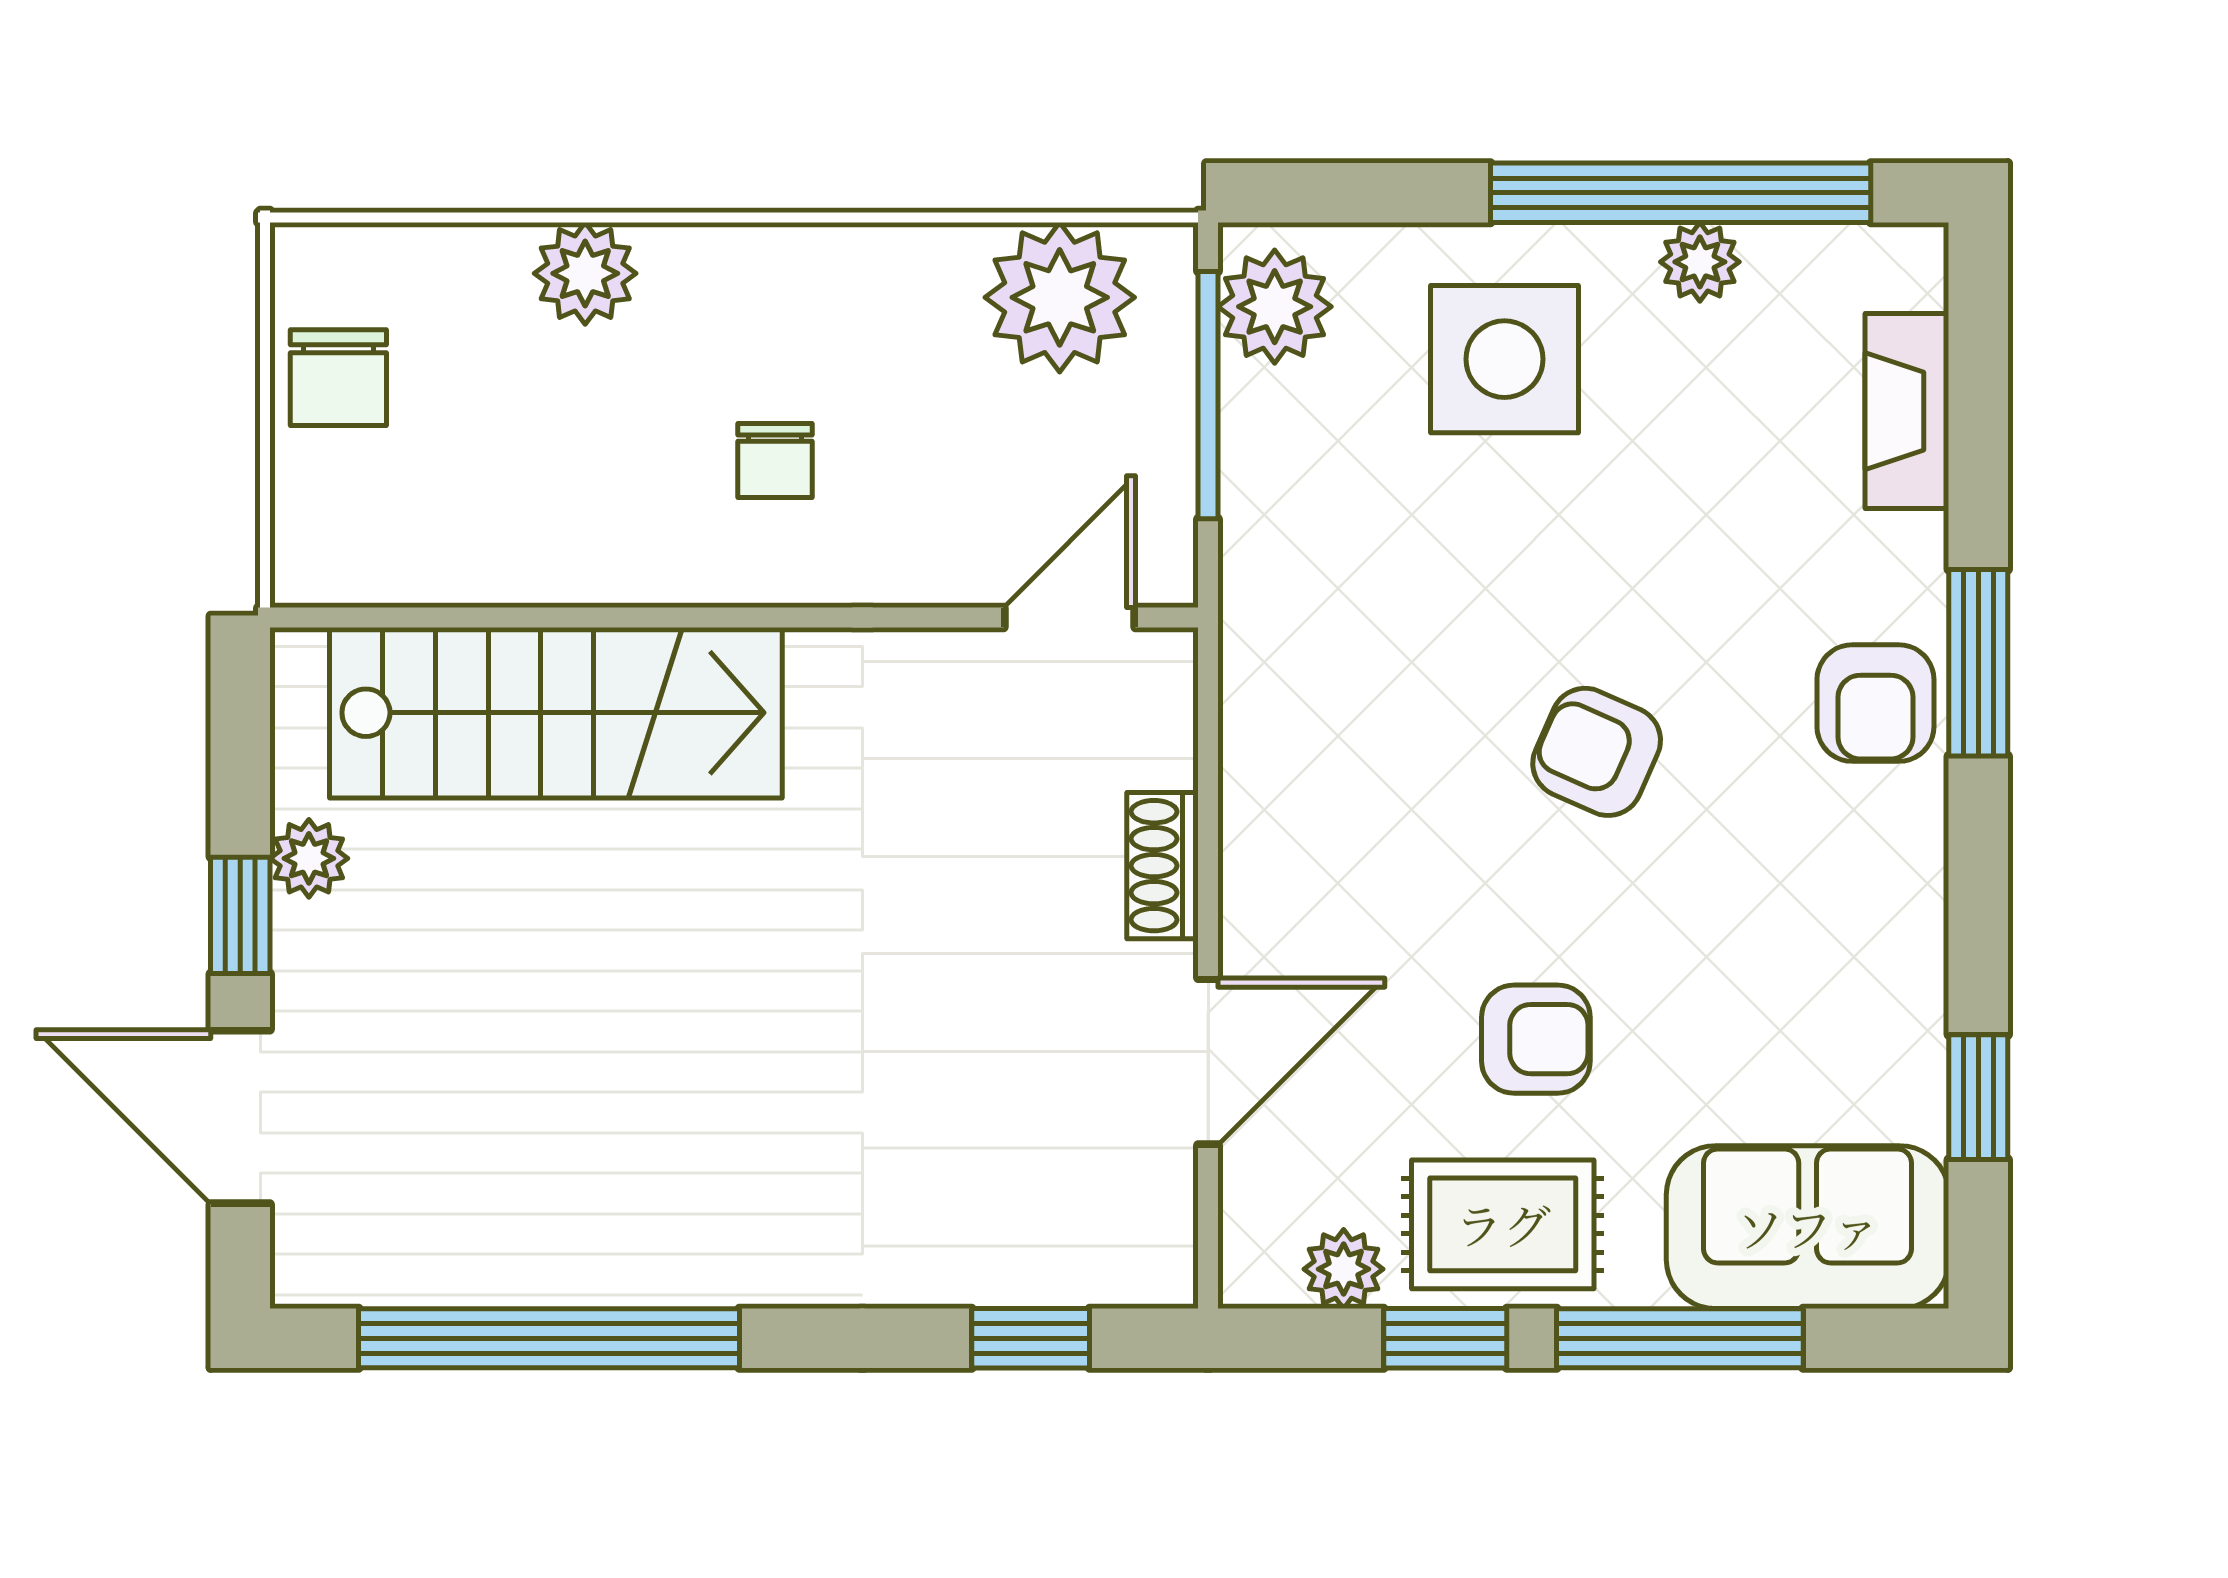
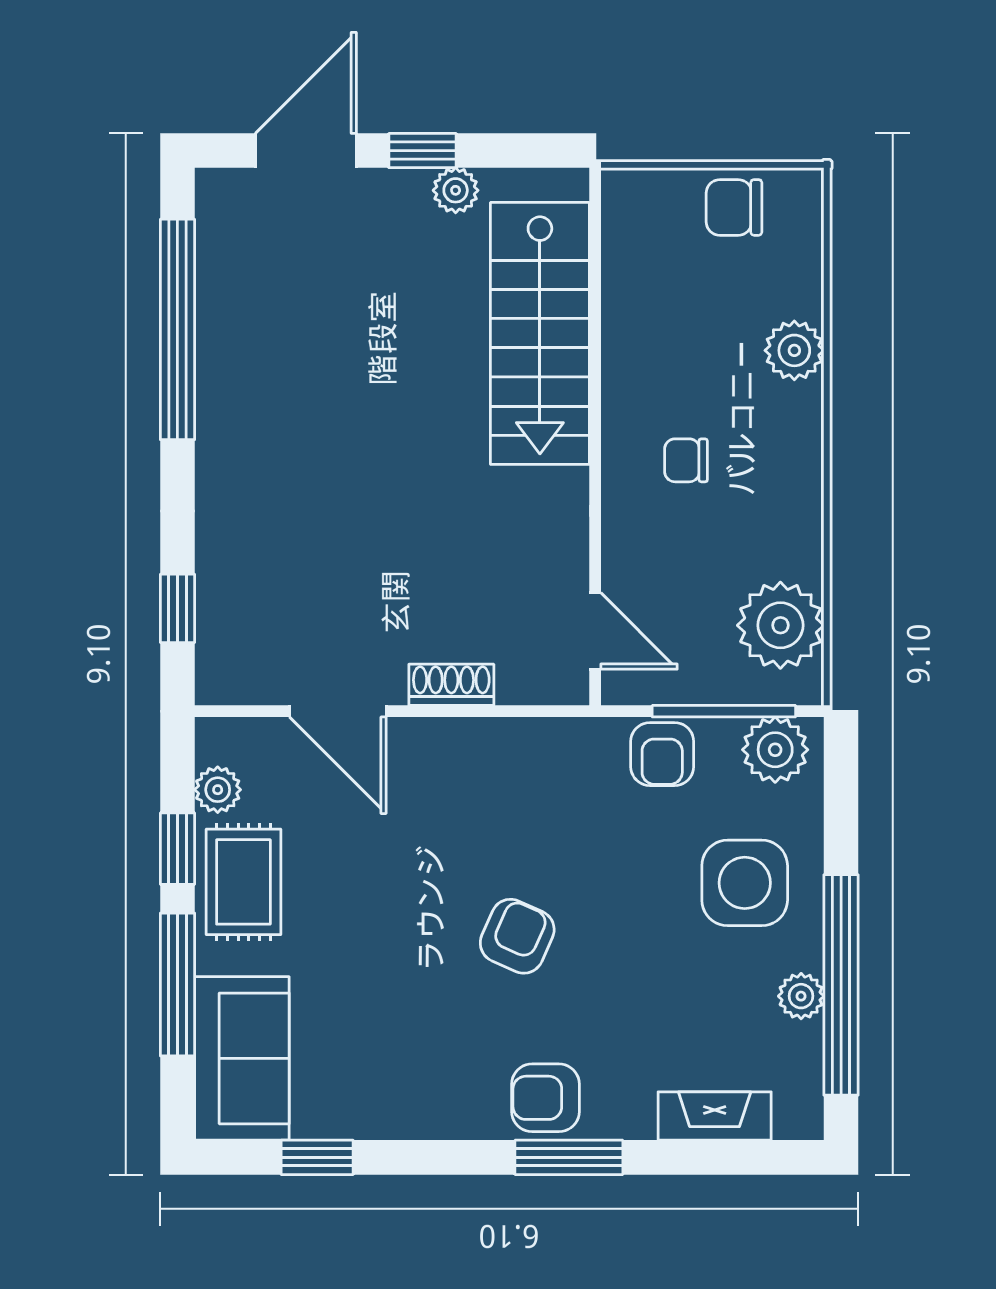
armchair: (1536, 1039) -> (662, 754), moved

